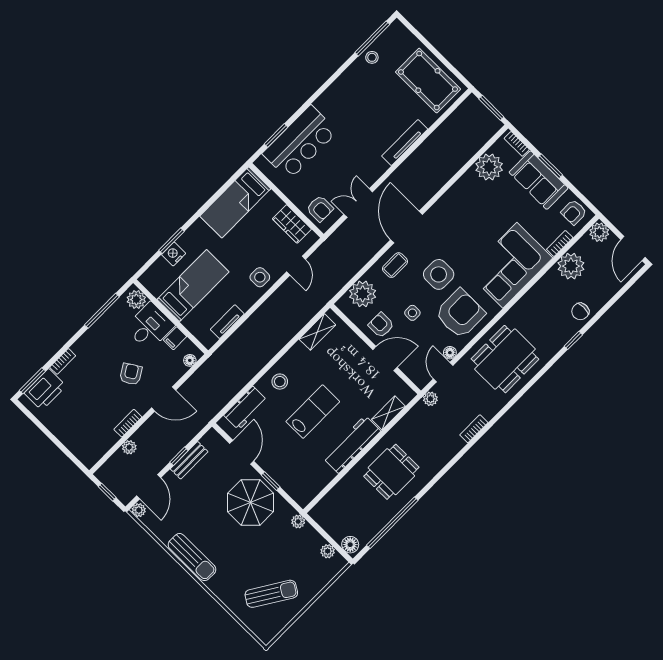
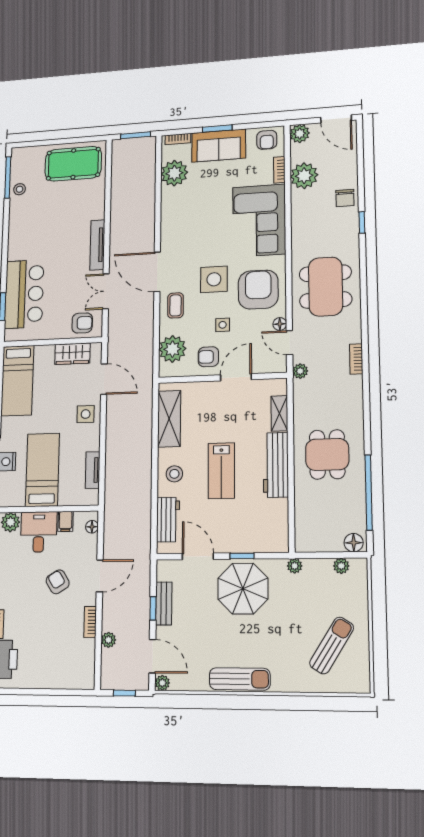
tv unit: (405, 143) -> (97, 245), moved
door: (296, 266) -> (104, 379), width x1.38
shelving: (317, 332) -> (169, 419), width x1.50, depth x1.33
lab bench: (313, 412) -> (221, 471), turned 180

